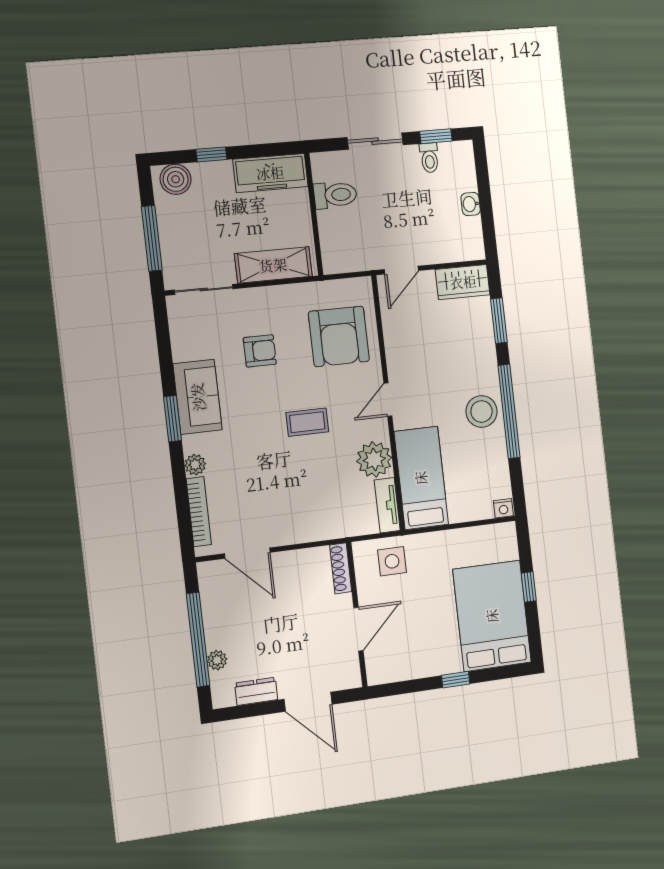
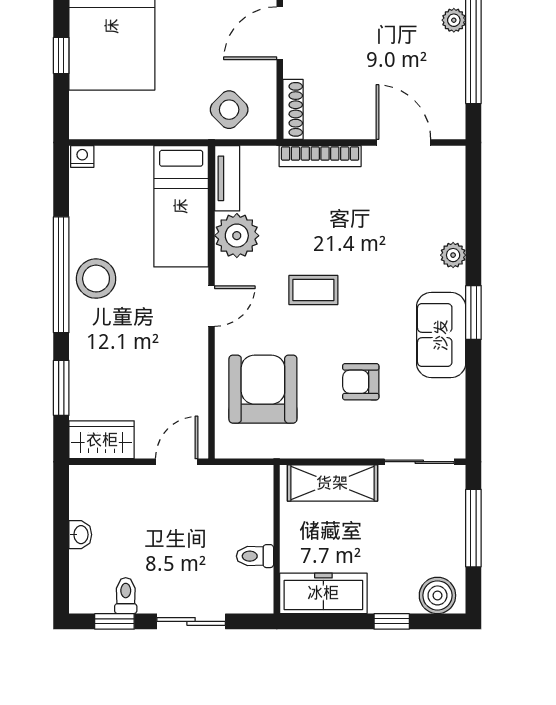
toilet: (335, 195) -> (255, 556), width x0.73, depth x0.72
bookcase: (199, 512) -> (320, 156), moved, turned -90
side table: (392, 561) -> (229, 110), turned 45

